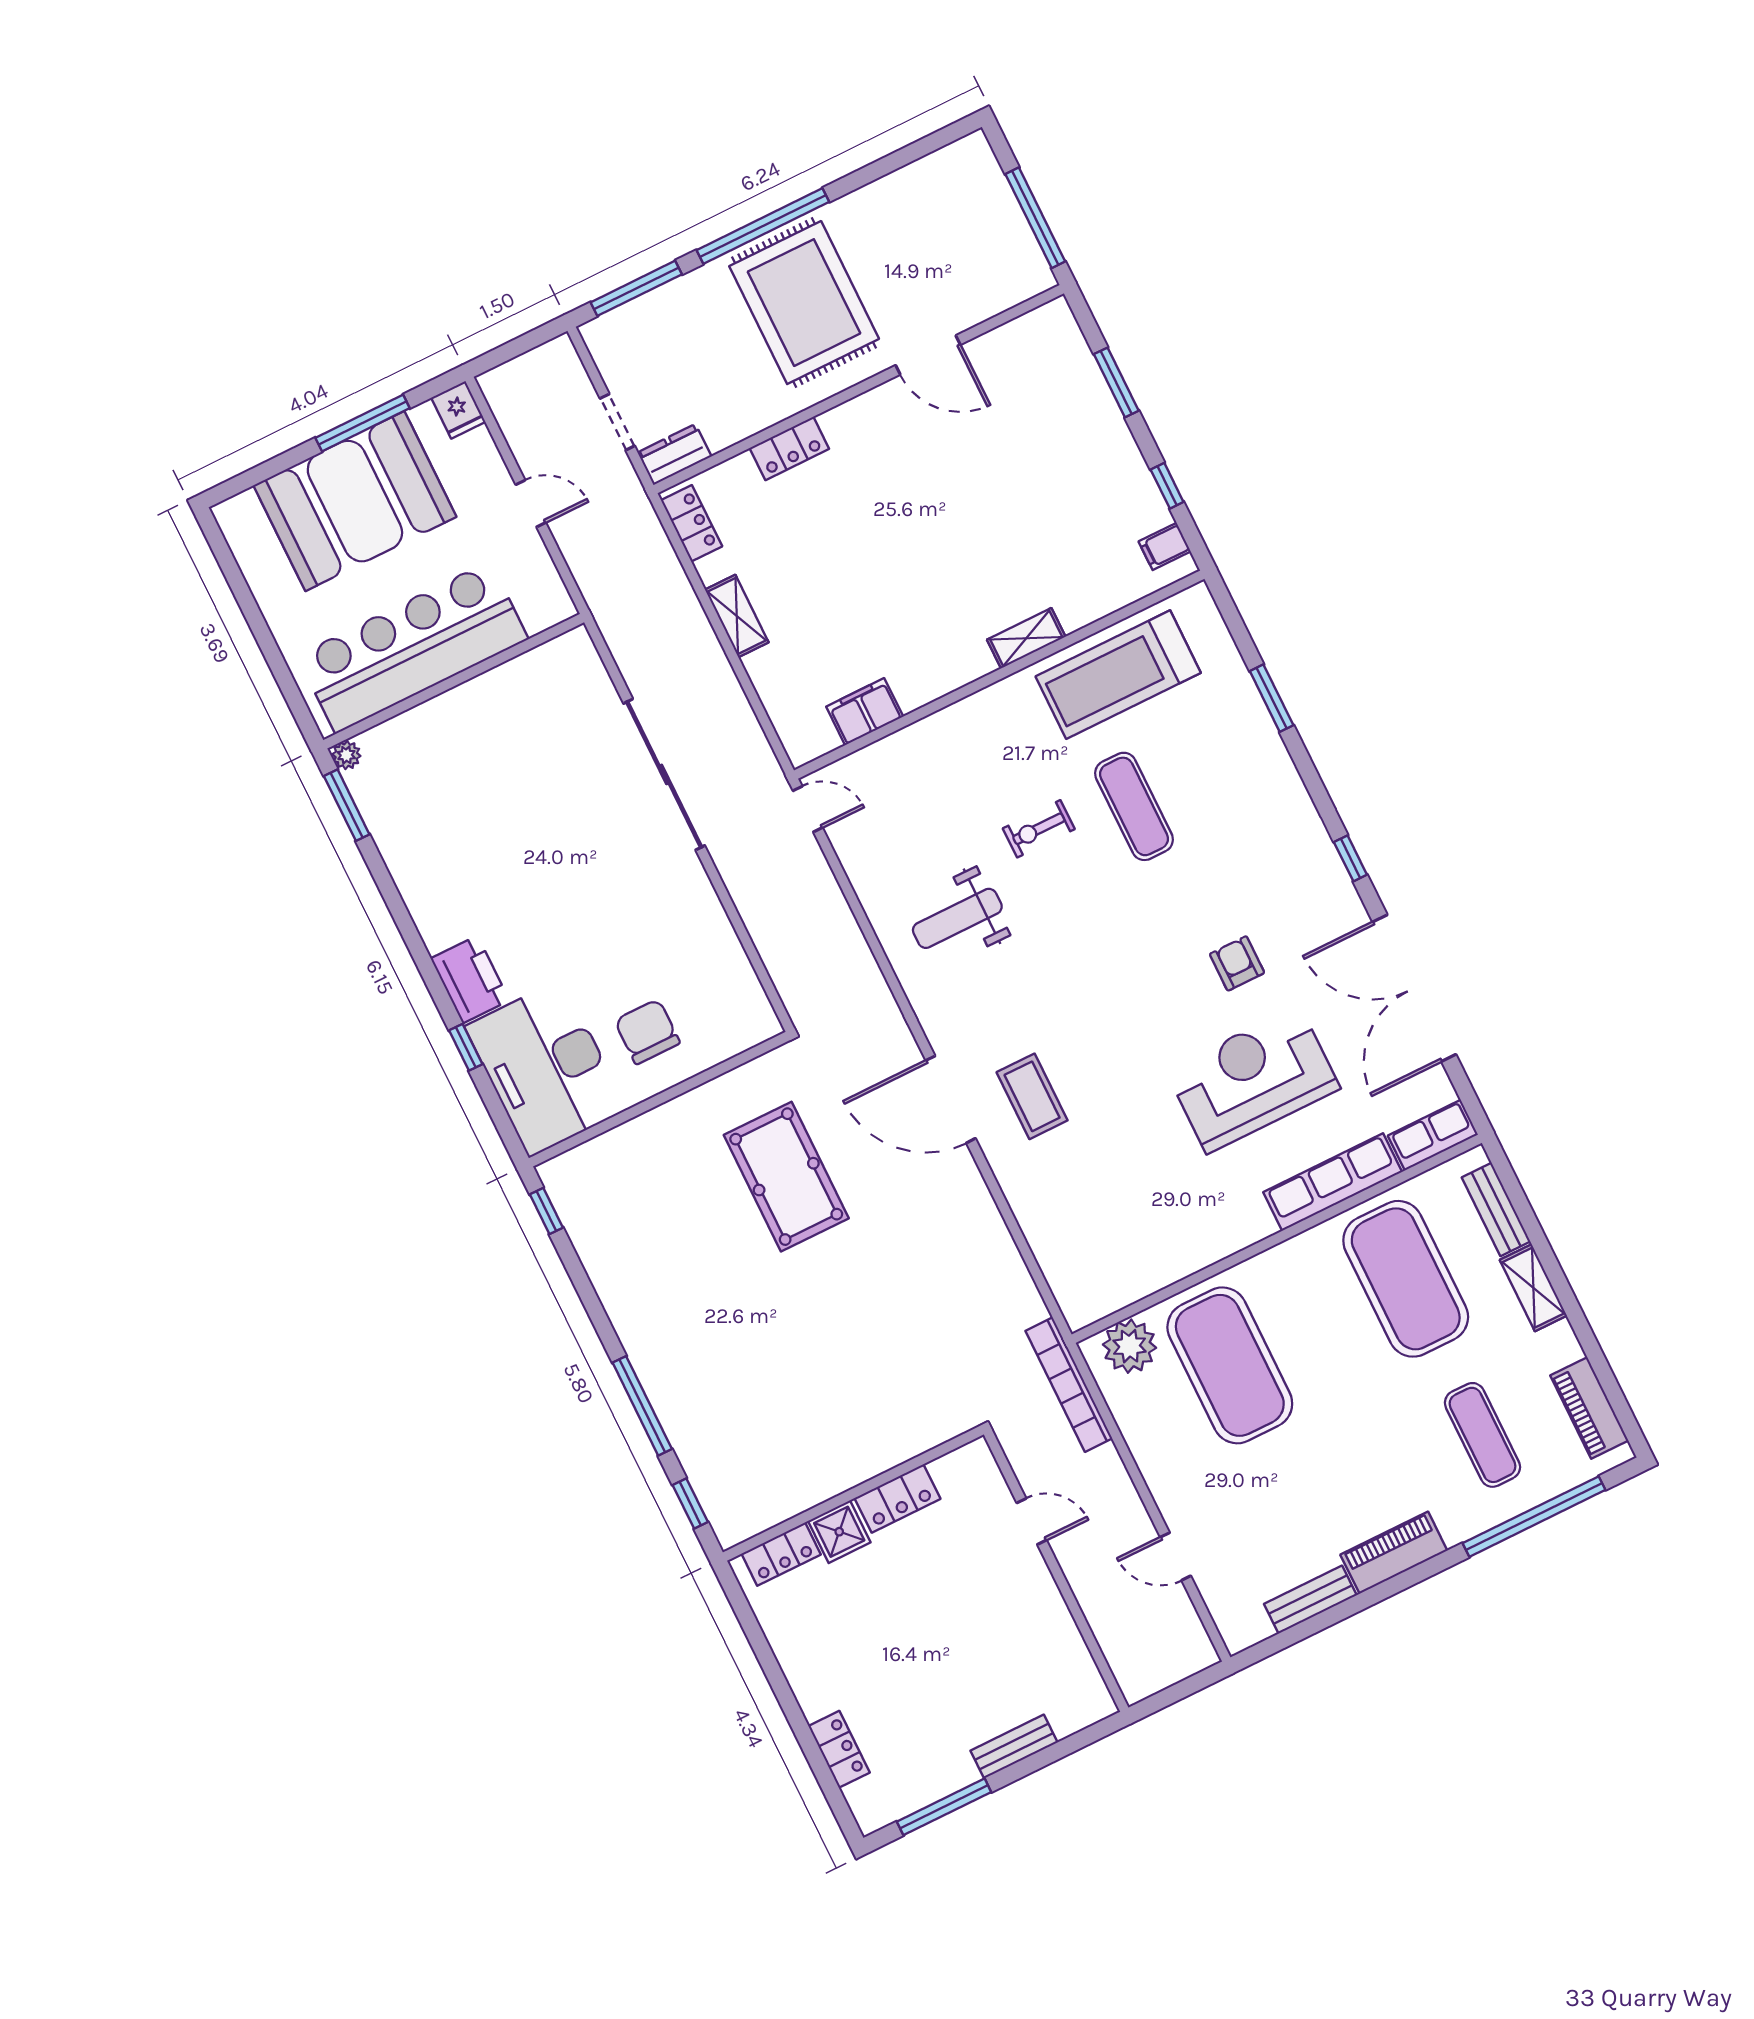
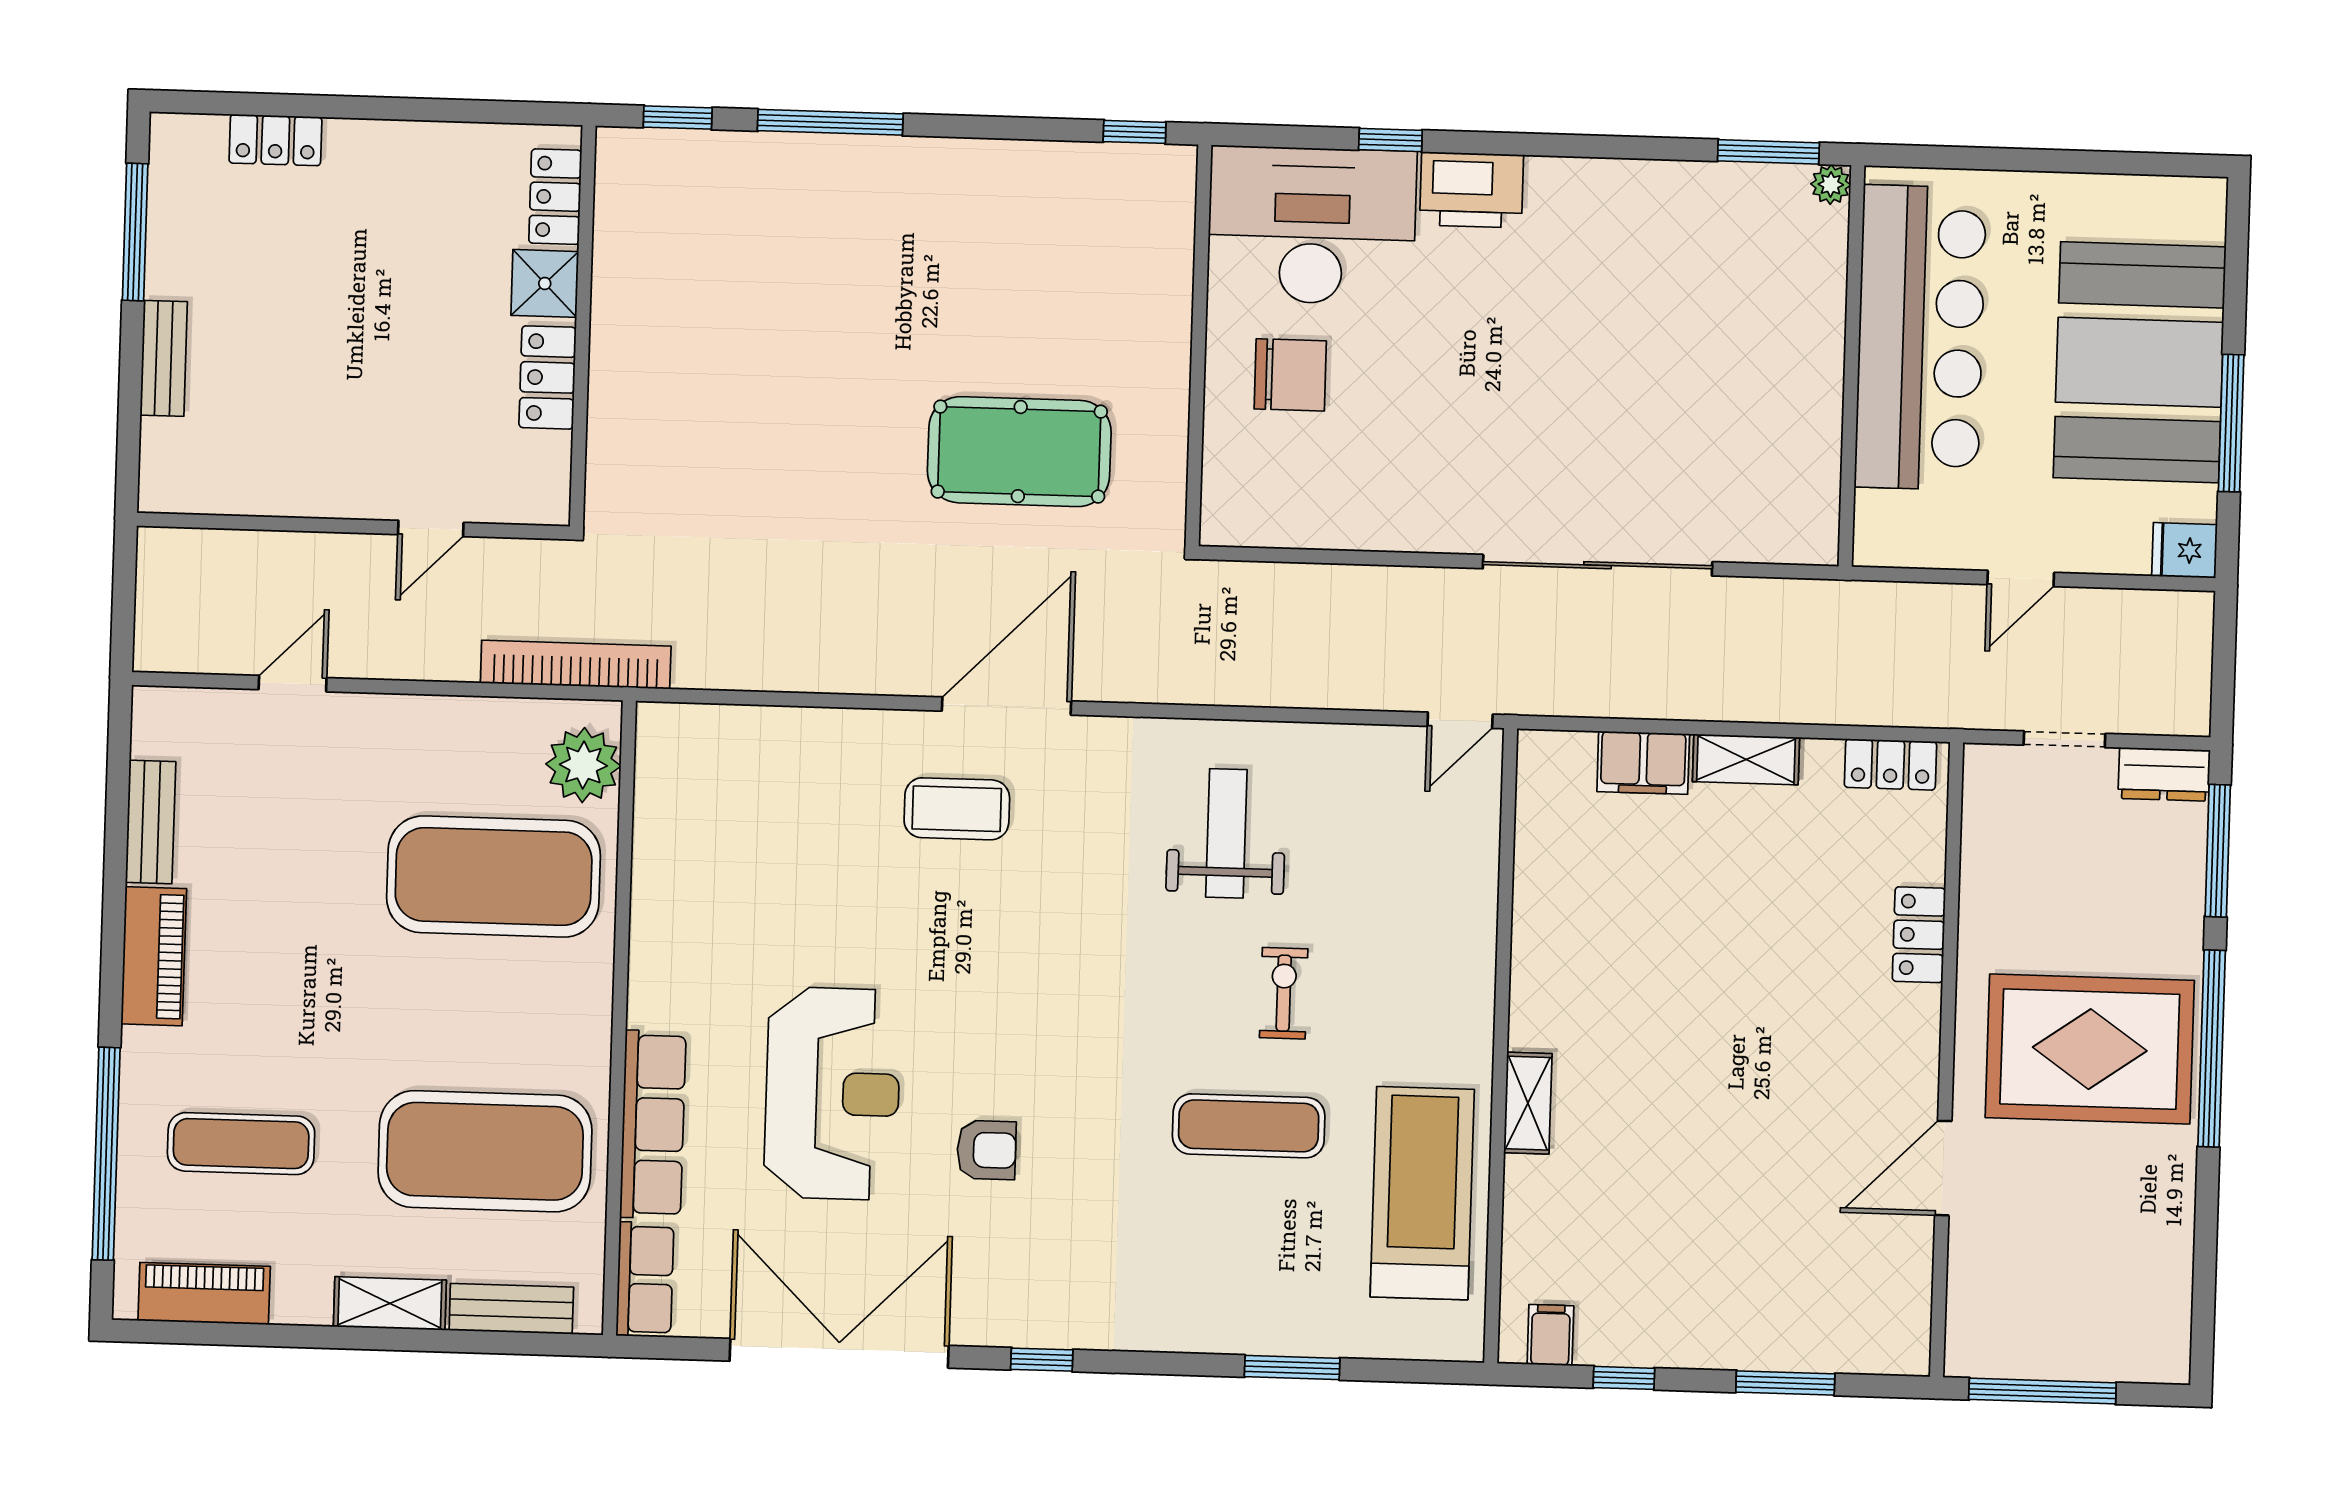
dresser: (674, 454) -> (2164, 774), moved, turned 90
filing cabinet: (865, 712) -> (1643, 763), moved, turned 90

